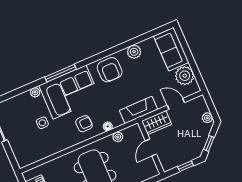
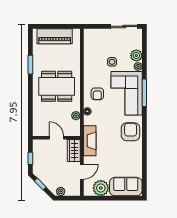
plant: (134, 52) -> (136, 56), moved
armchair: (110, 70) -> (131, 132), turned 90

